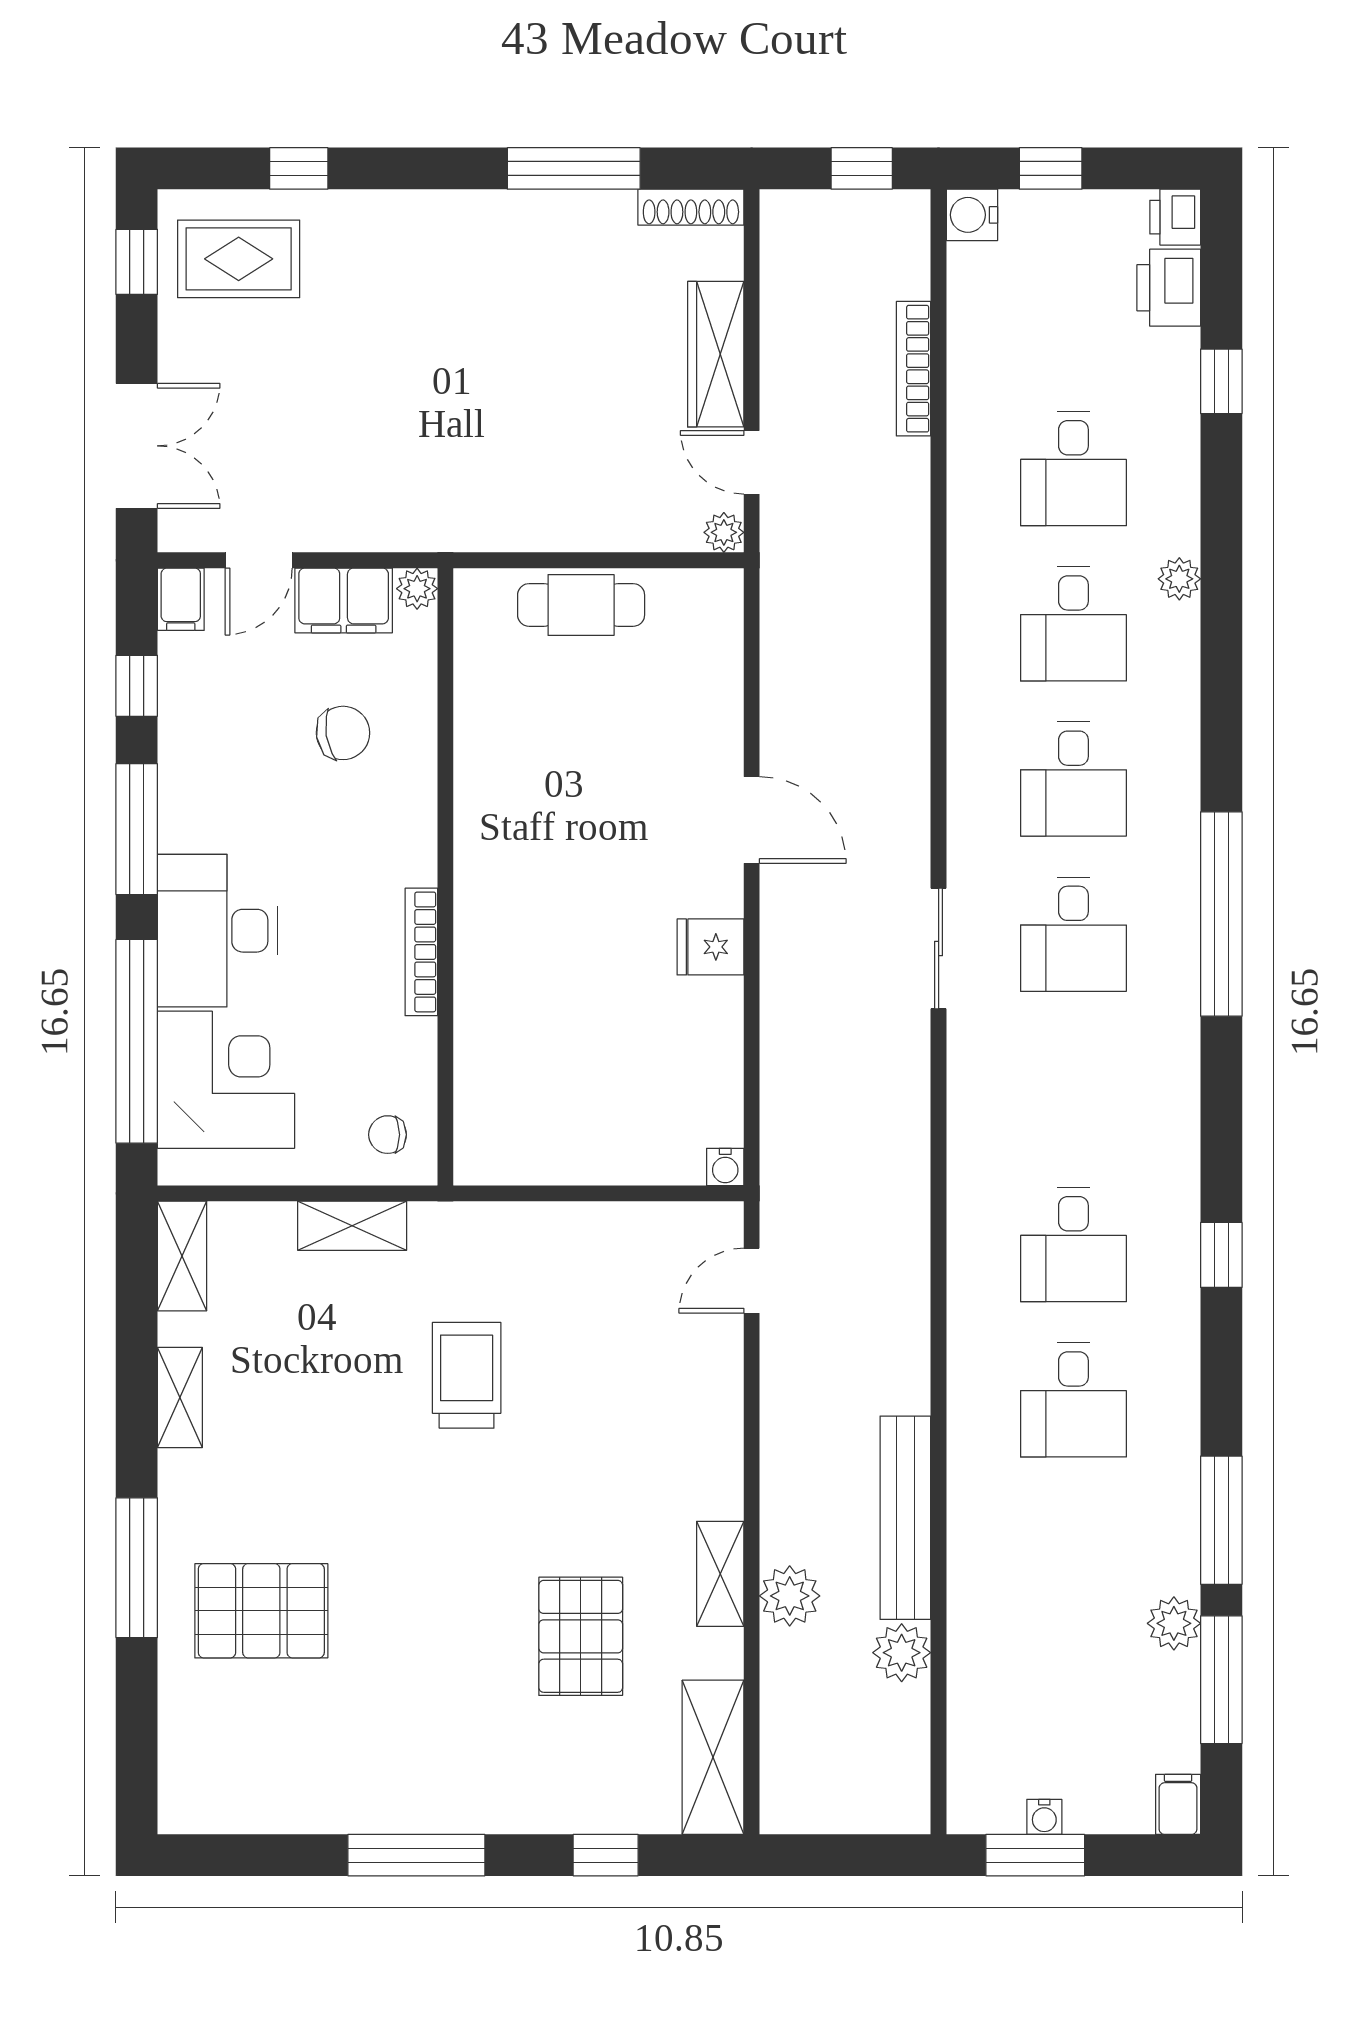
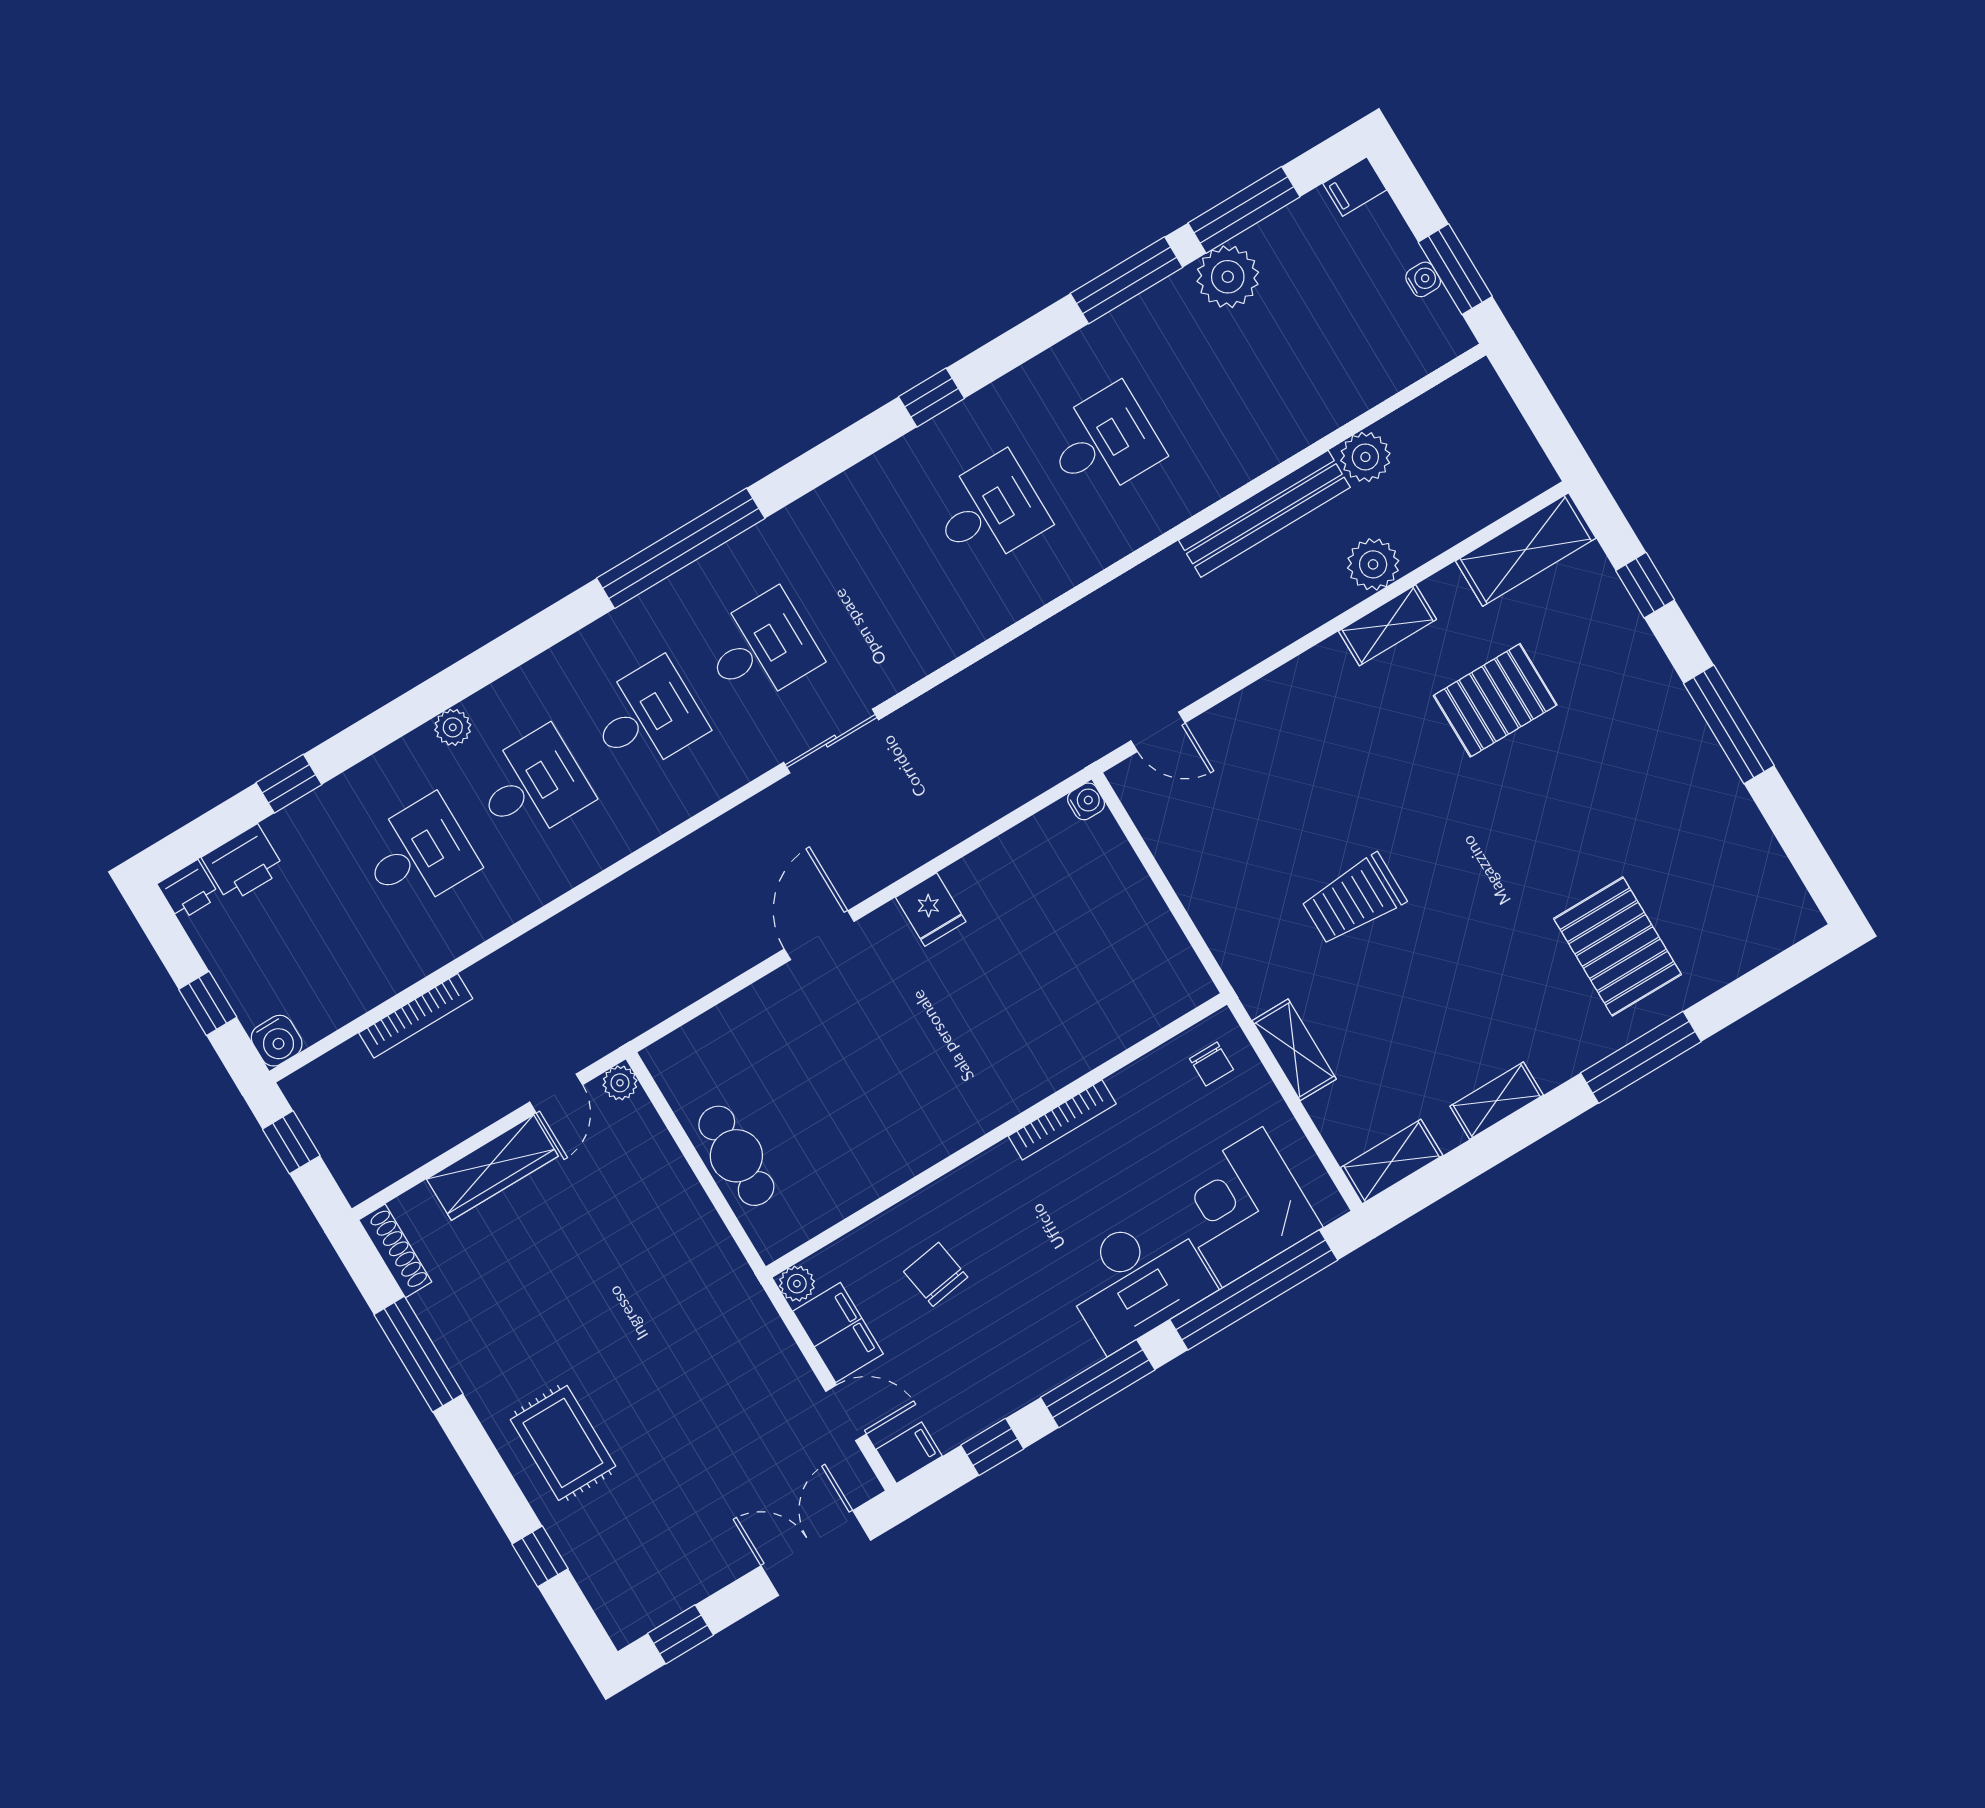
rug: (239, 259) -> (563, 1443), moved
plant: (1174, 1623) -> (1228, 277), width x1.36, depth x1.36

